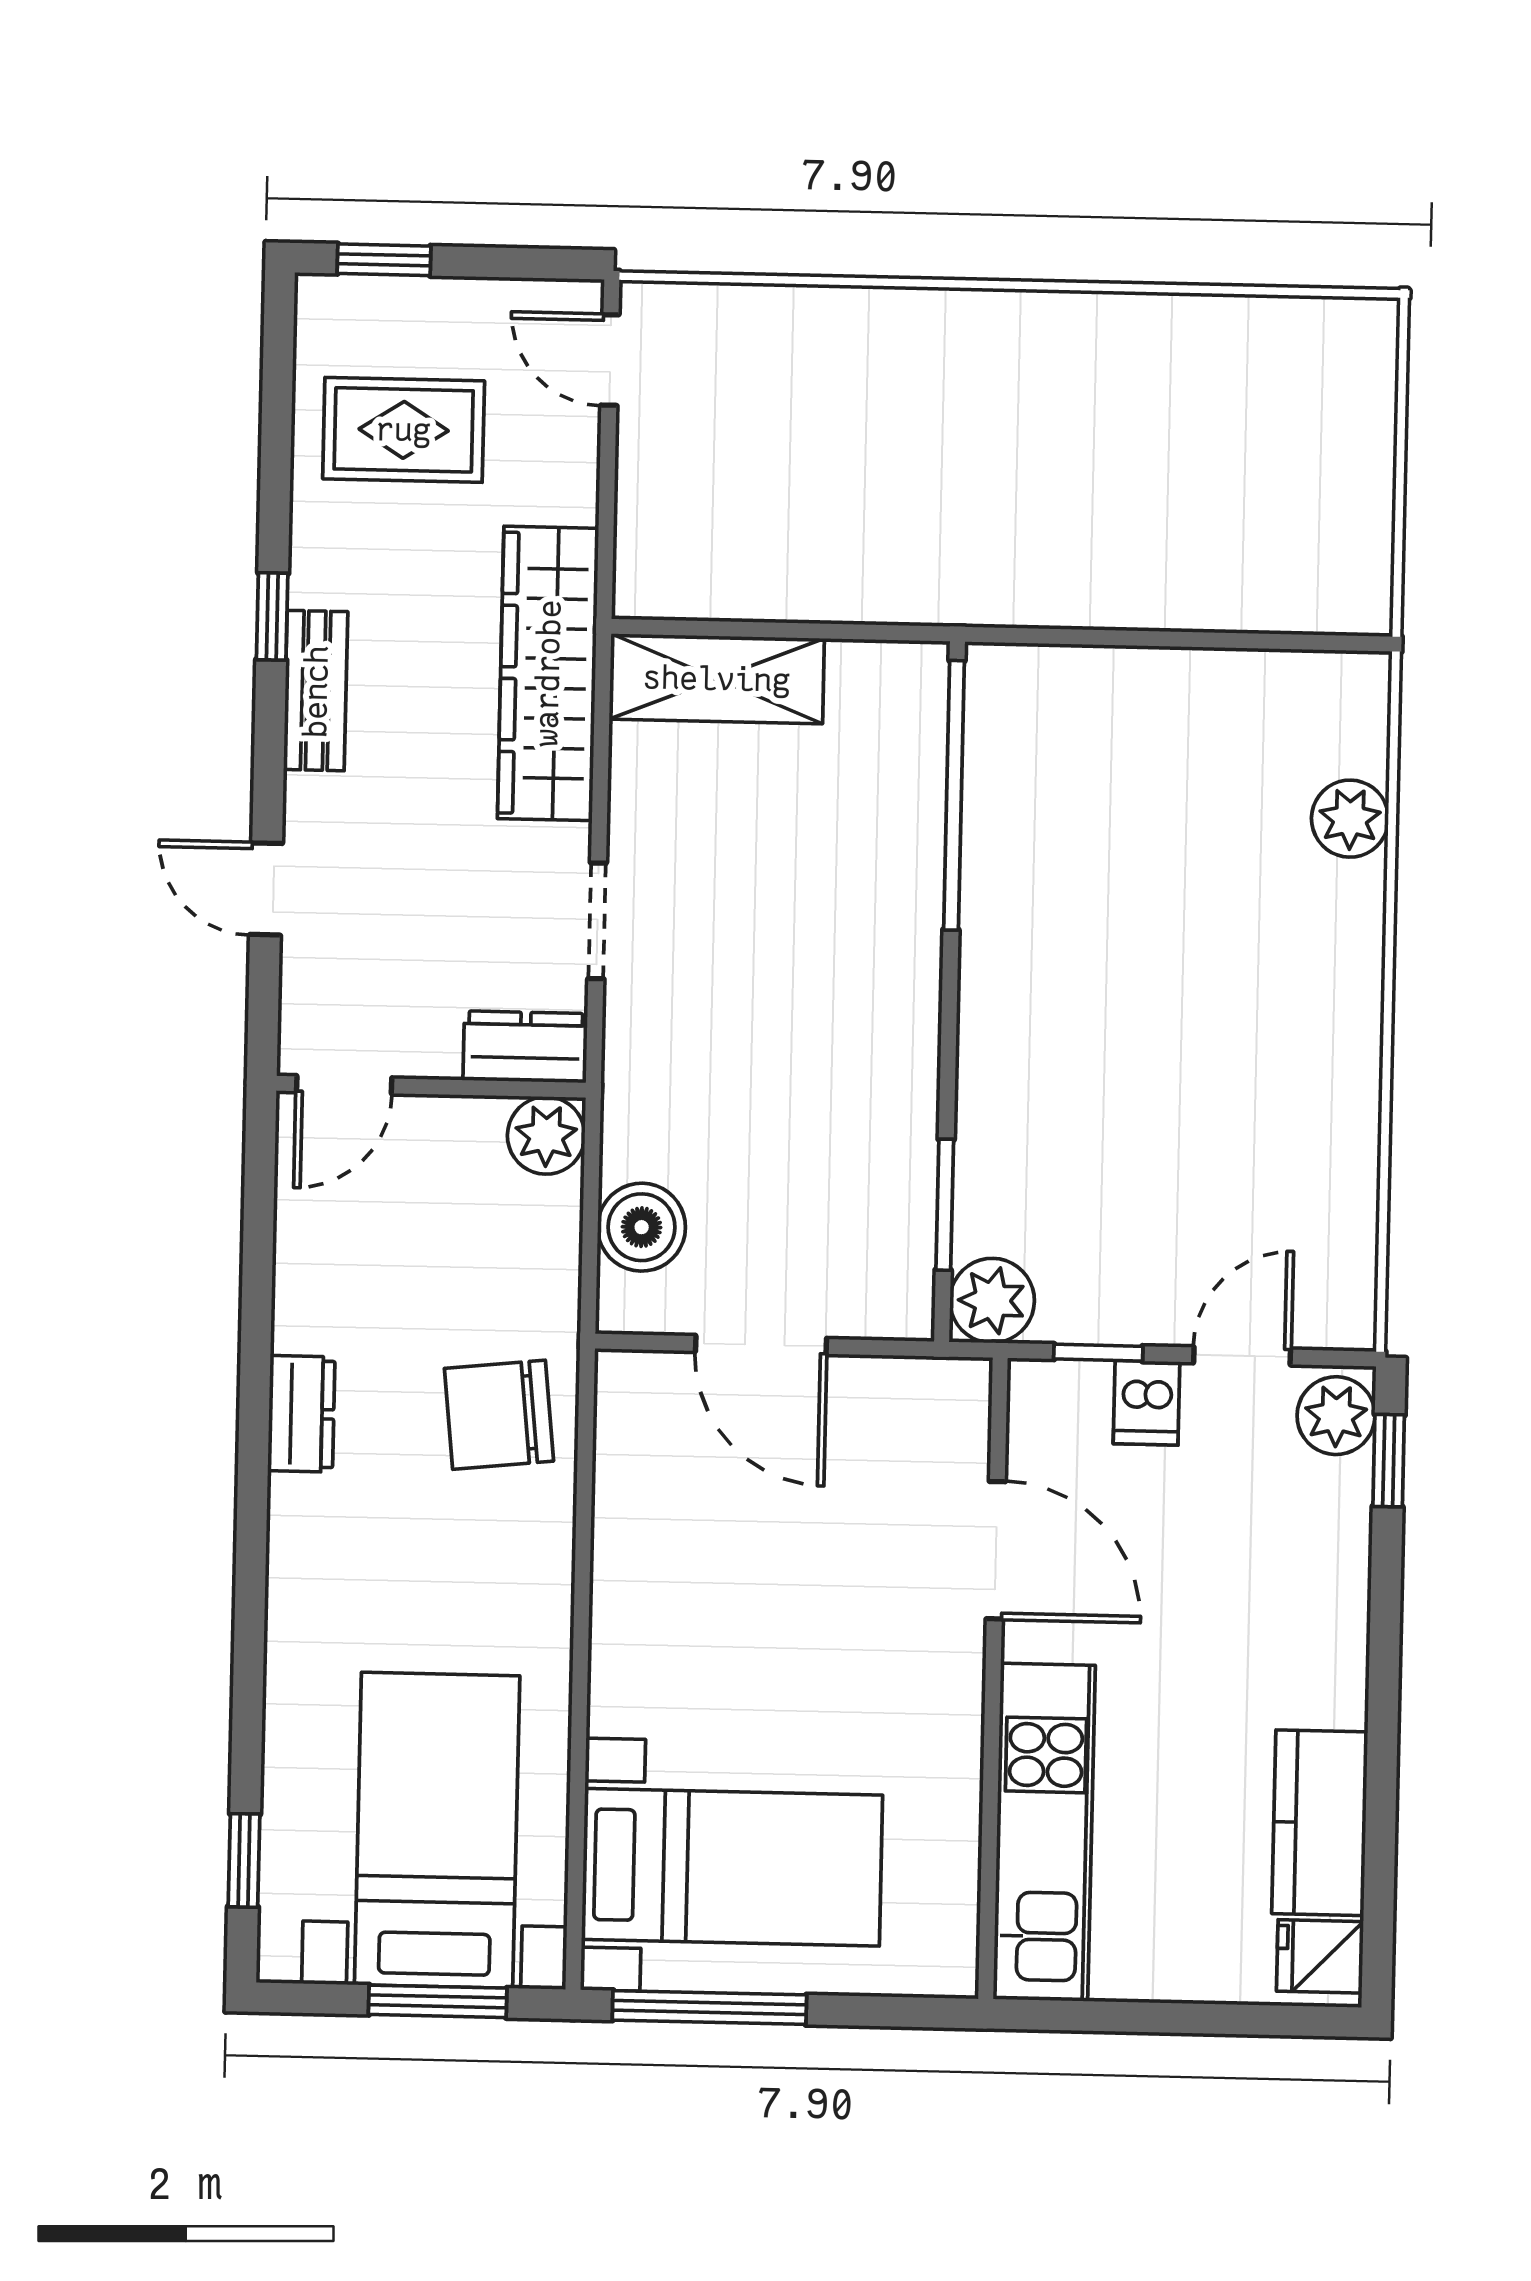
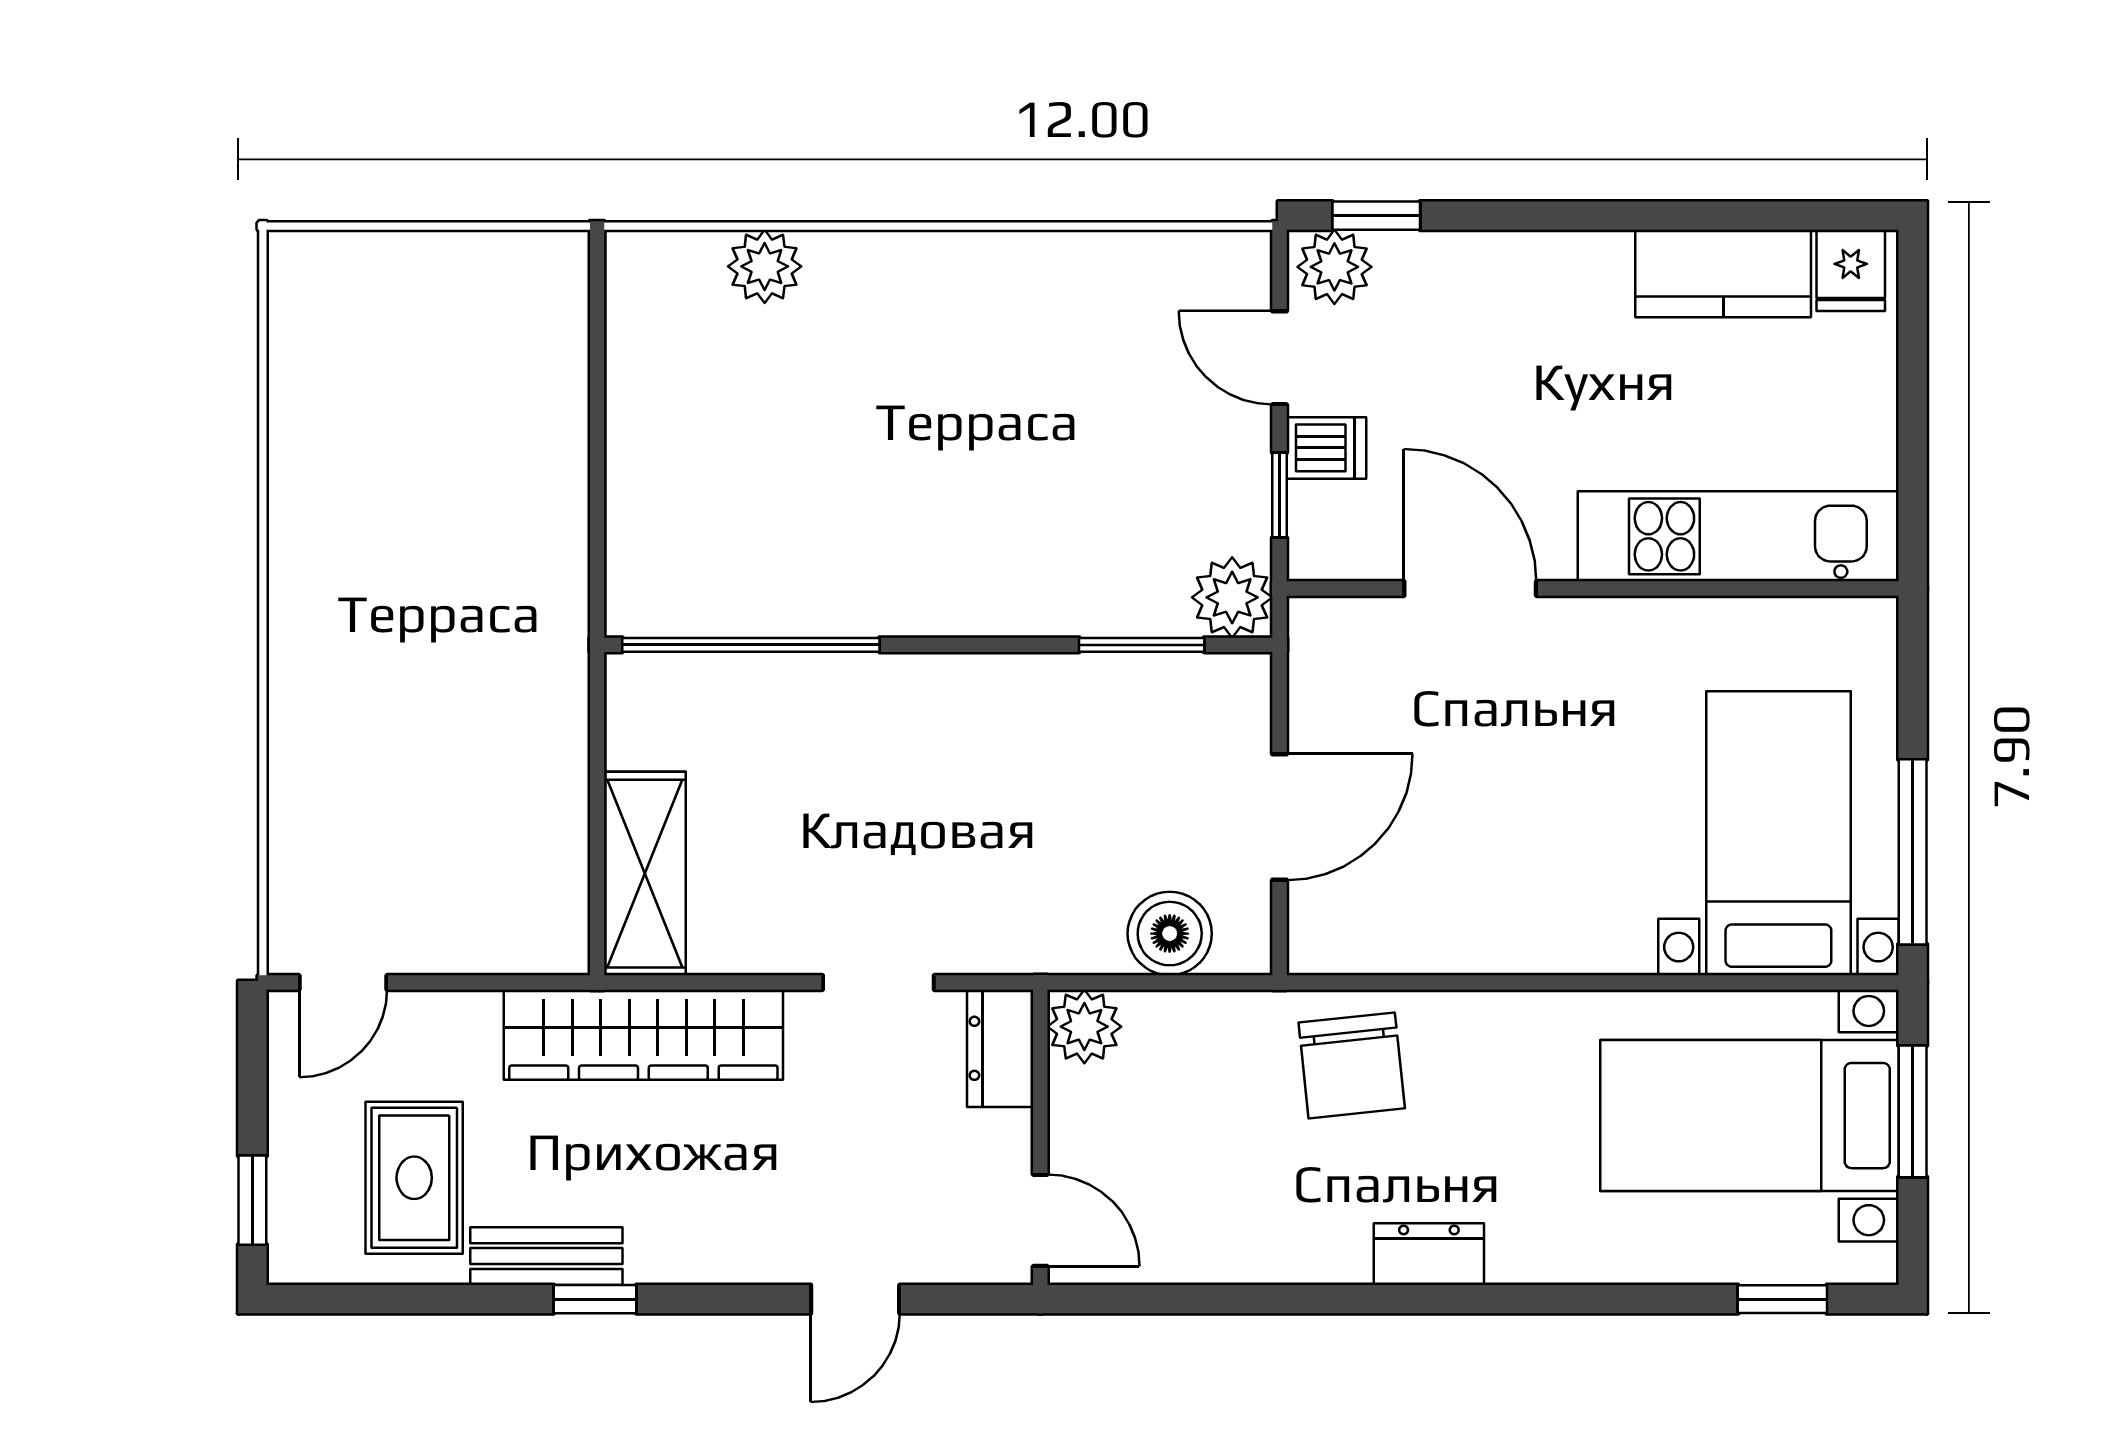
bench: (316, 691) -> (546, 1256), moved
dresser: (301, 1414) -> (1429, 1254), moved
door: (996, 1550) -> (1470, 589), hinge flipped

